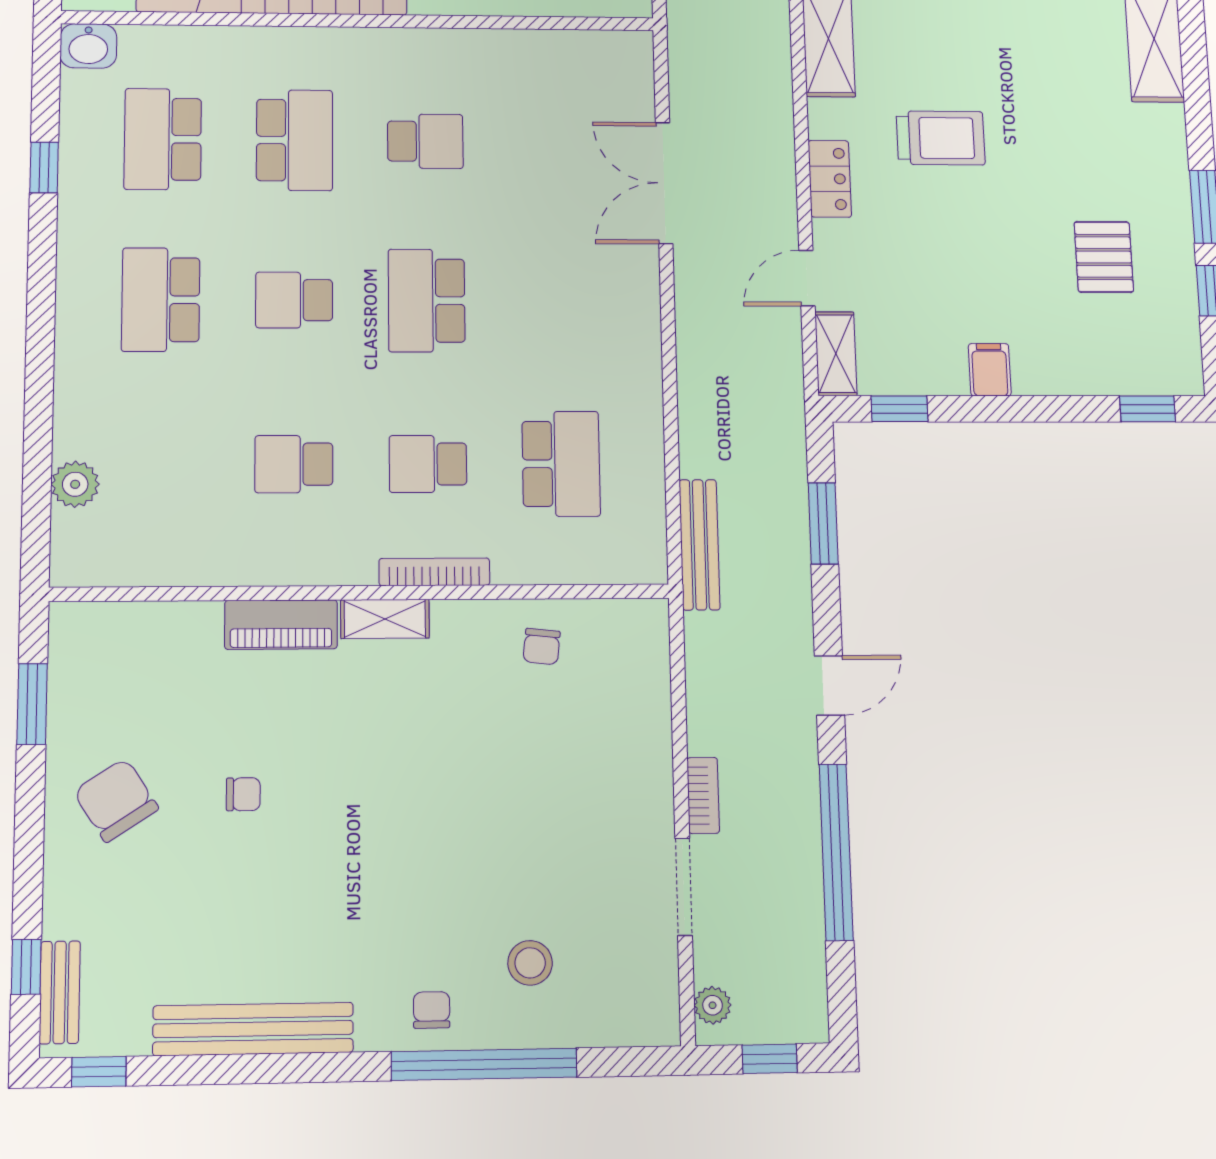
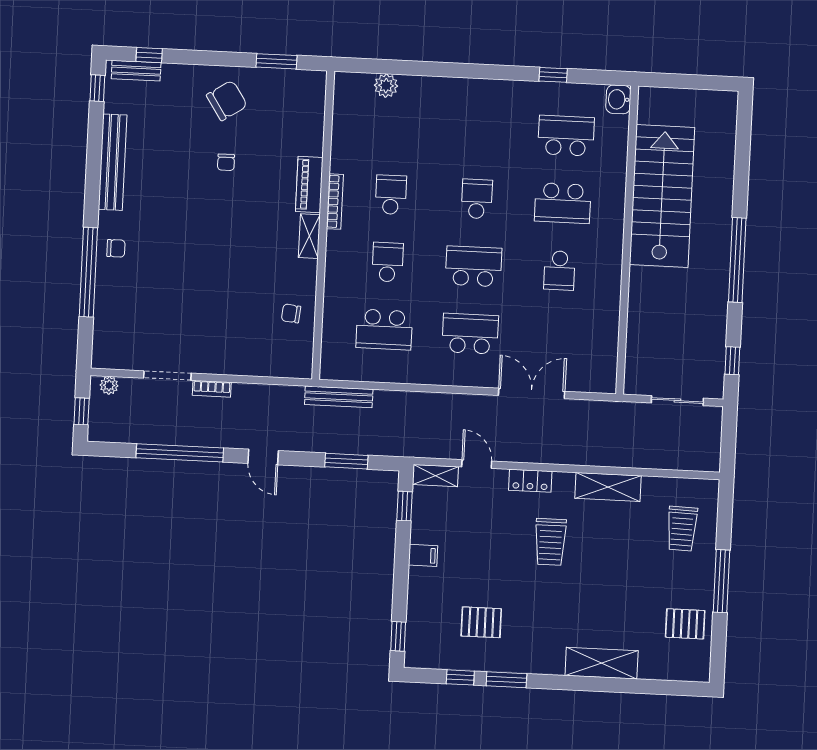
school desk: (161, 300) -> (470, 334), moved
bookcase: (434, 572) -> (335, 202), moved
stool: (530, 963) -> (135, 298), removed

